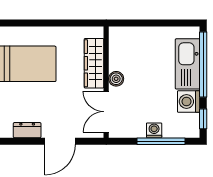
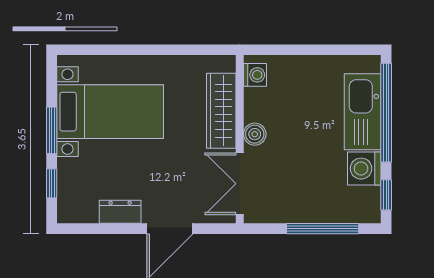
washing machine: (154, 130) -> (255, 75), moved, turned 90

